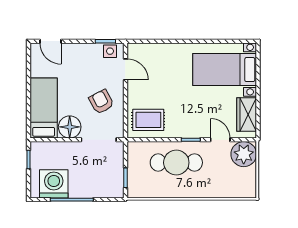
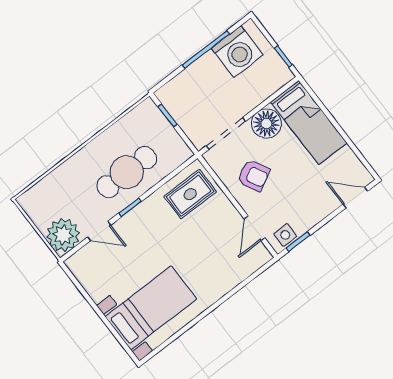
door: (125, 69) -> (255, 228), hinge flipped
wardrobe: (247, 115) -> (92, 279), removed

